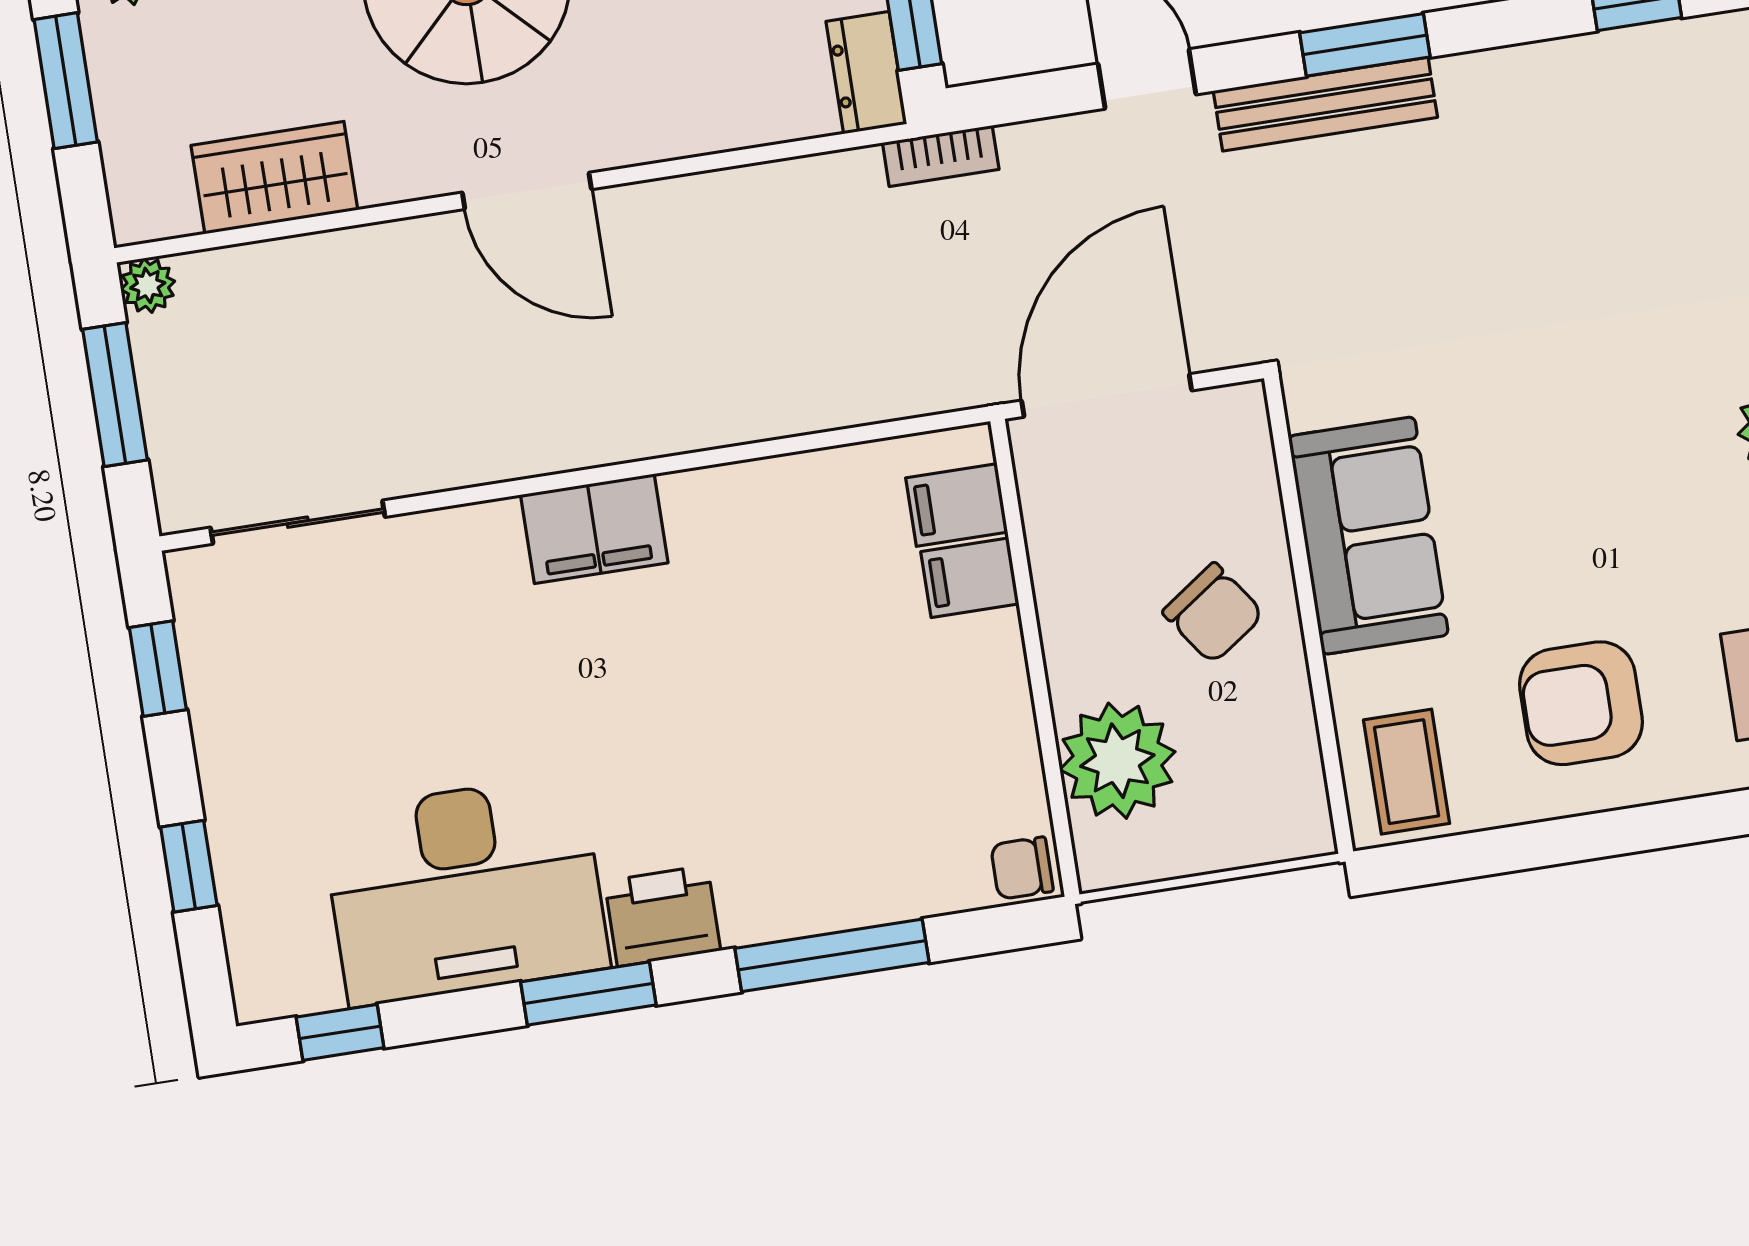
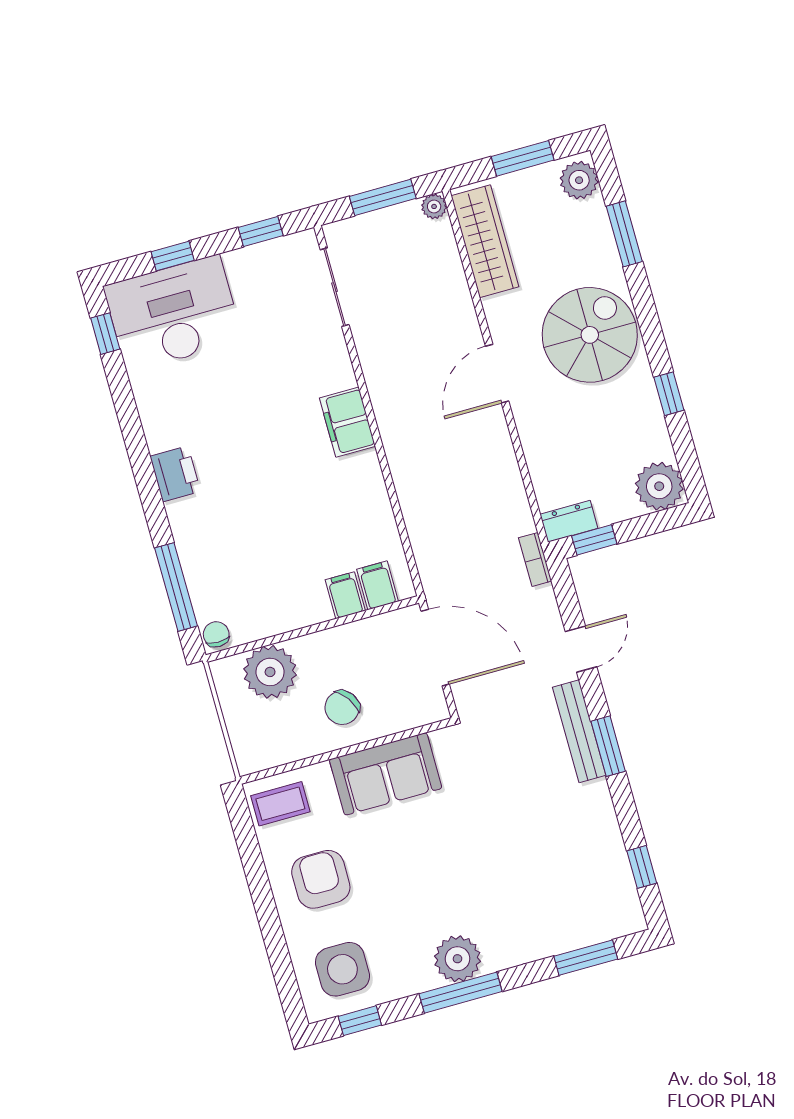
wardrobe: (274, 178) -> (485, 241), width x1.50
desk: (465, 890) -> (173, 314), moved, turned 90
window: (832, 955) -> (176, 587), moved
window: (588, 993) -> (136, 444), removed

